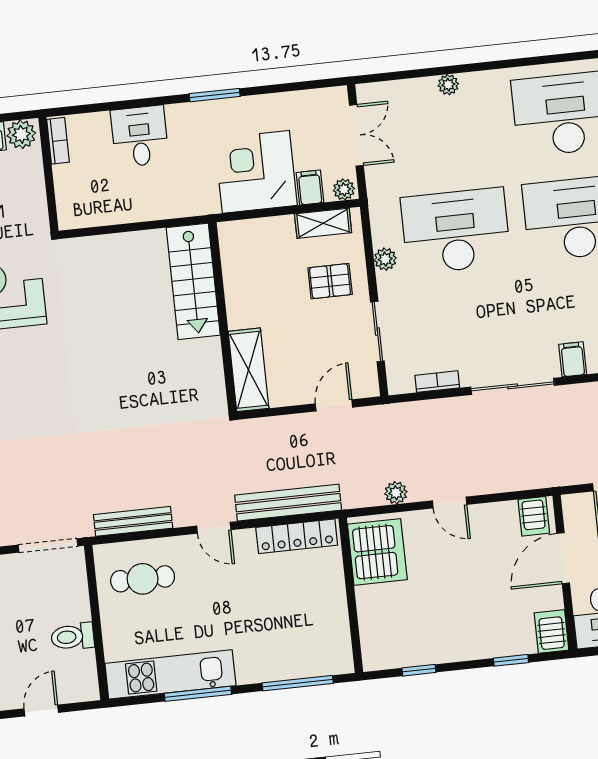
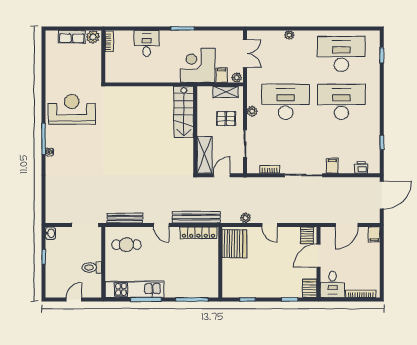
stairs: (193, 281) -> (184, 112), moved
wall: (223, 317) -> (195, 130), moved
shelving: (248, 370) -> (205, 155), moved

